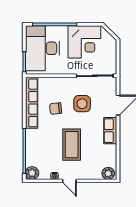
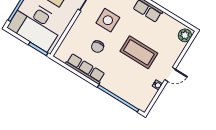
row of seats: (32, 103) -> (85, 69), width x0.73
plant: (32, 173) -> (142, 104), removed

